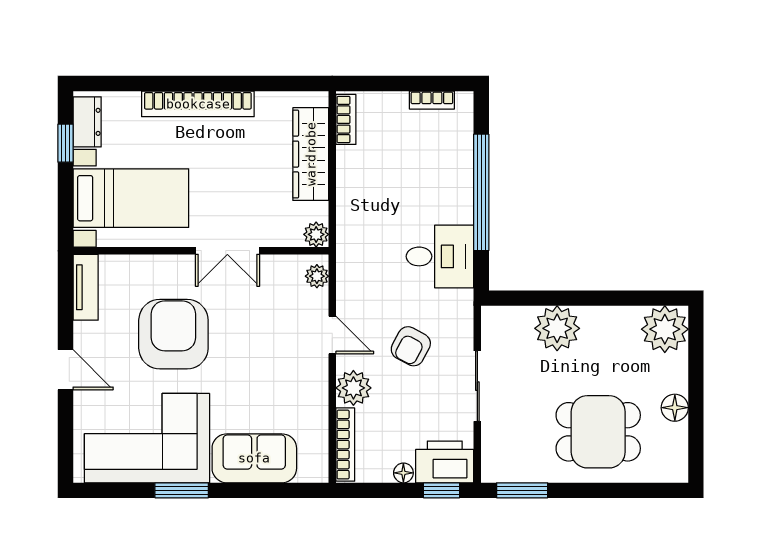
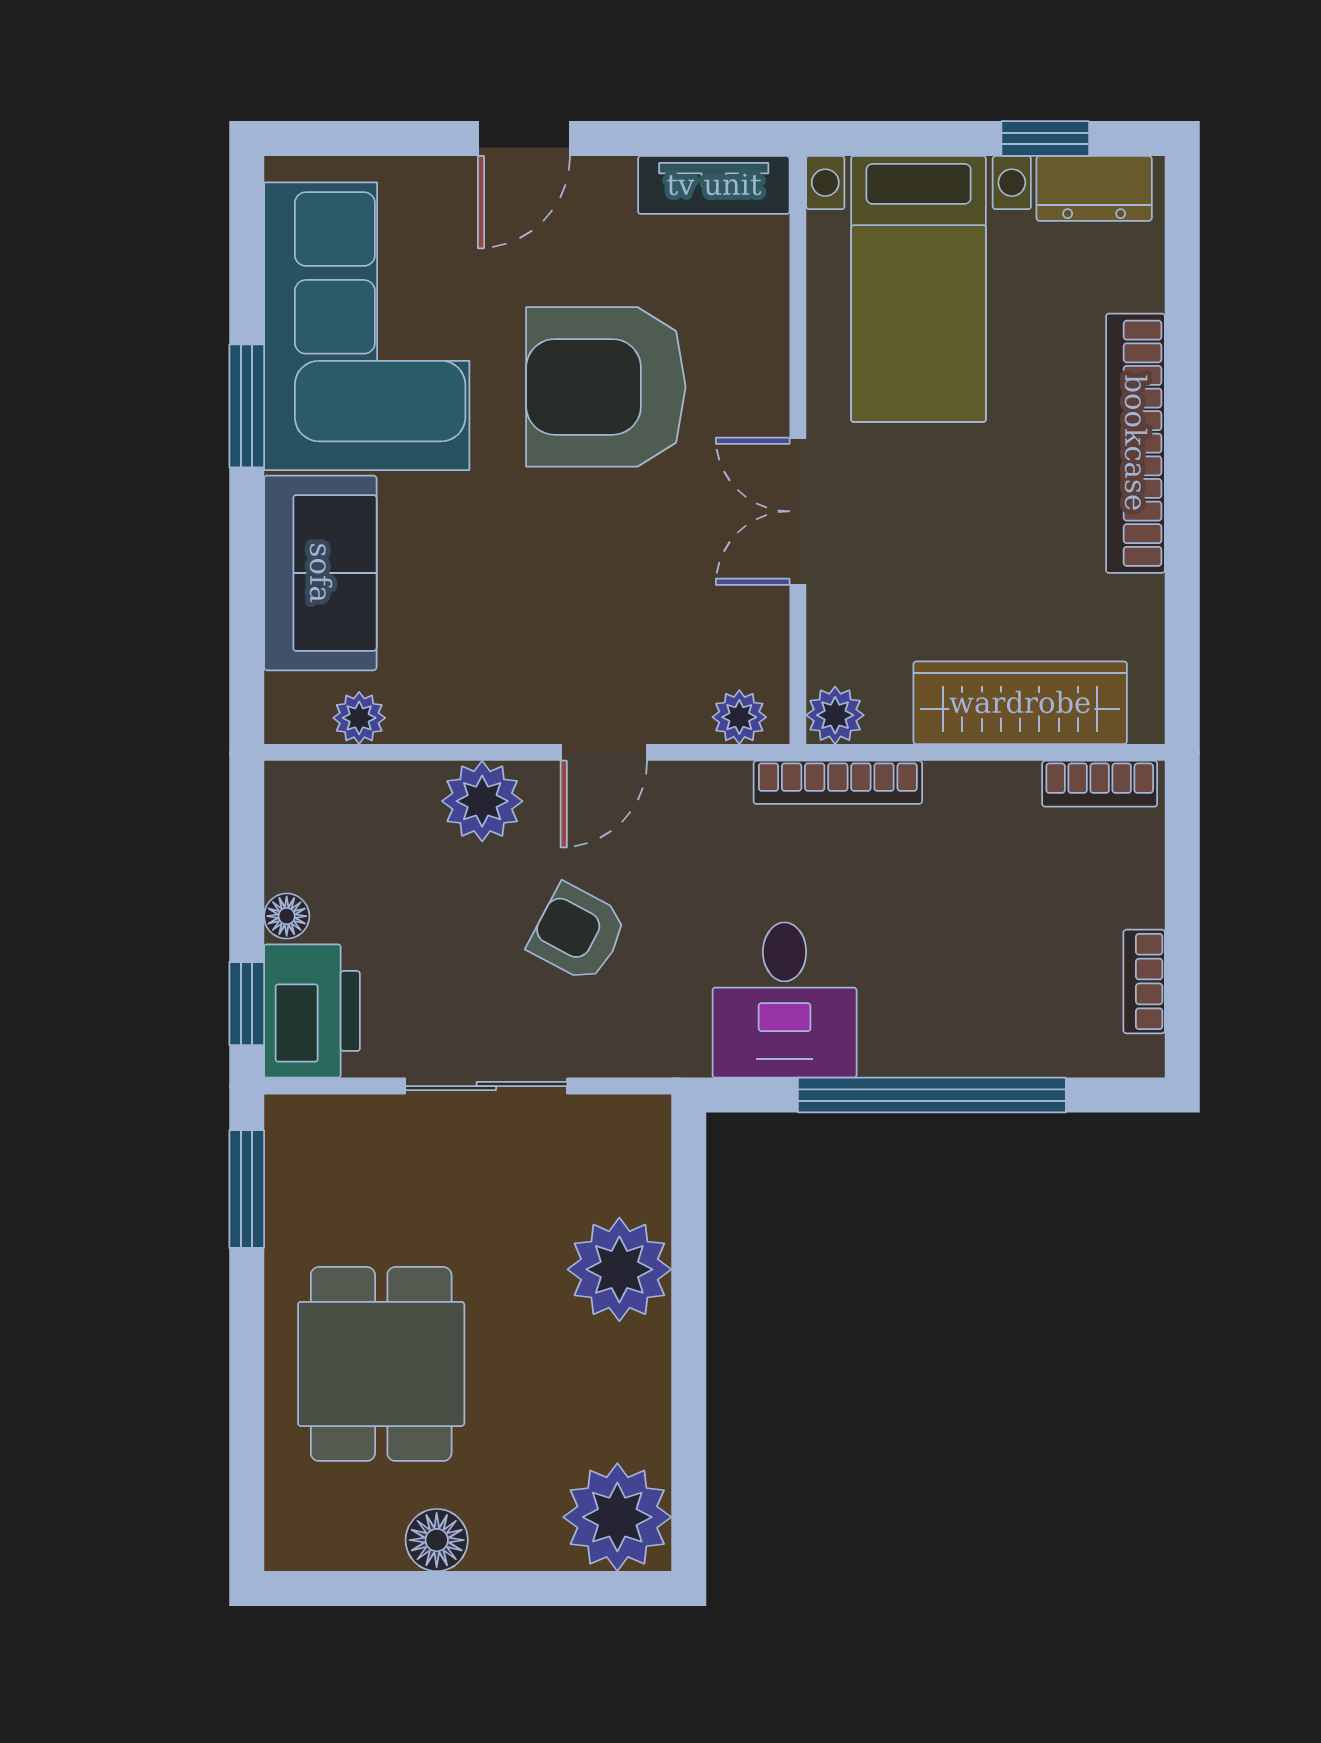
armchair: (173, 334) -> (606, 387), turned 180
plant: (317, 441) -> (359, 718), added
bookcase: (345, 445) -> (838, 782), moved

